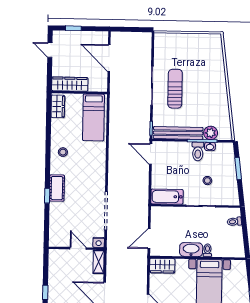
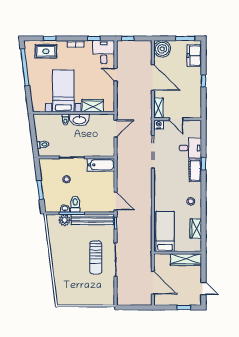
wardrobe: (58, 106) -> (196, 228), moved
desk: (62, 214) -> (190, 148), added
wardrobe: (162, 266) -> (93, 106), moved

